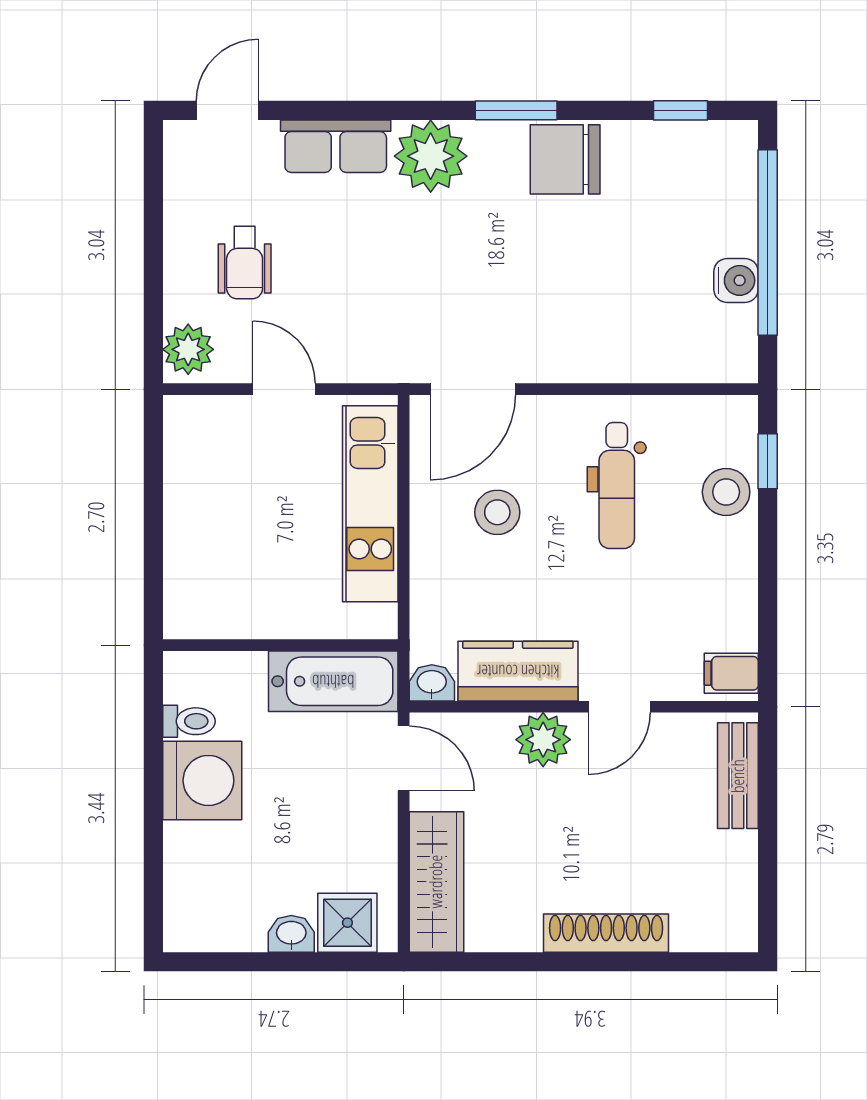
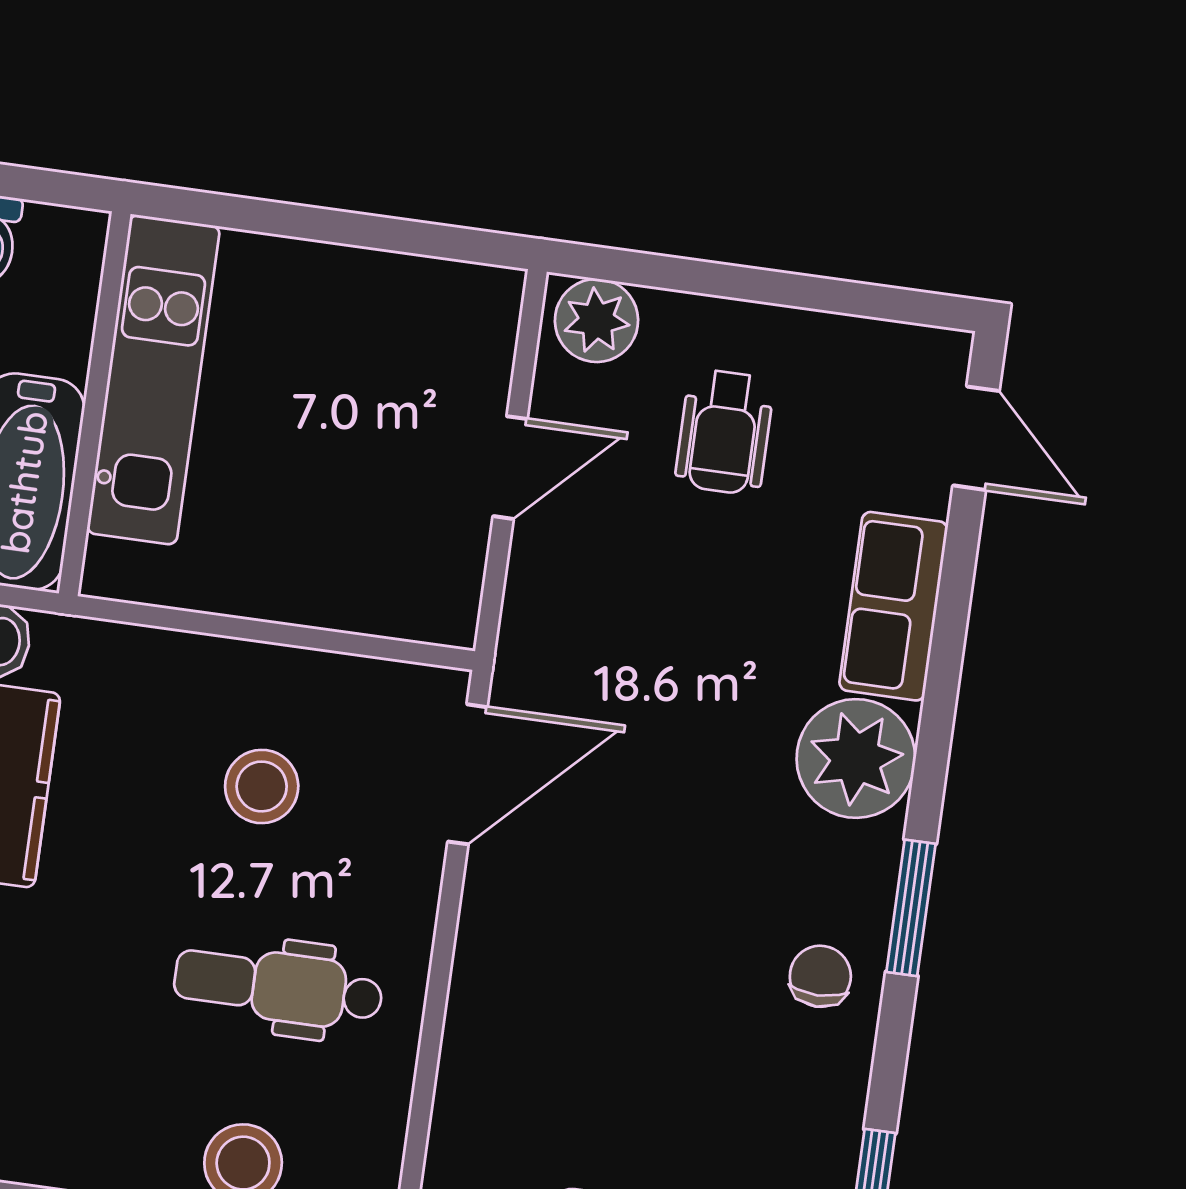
chair: (565, 159) -> (820, 976), width x0.54, depth x0.54
wheelchair: (245, 263) -> (725, 432), turned -90
door: (473, 389) -> (468, 774), swing flipped
kitchen unit: (370, 504) -> (153, 380), moved, turned 90

